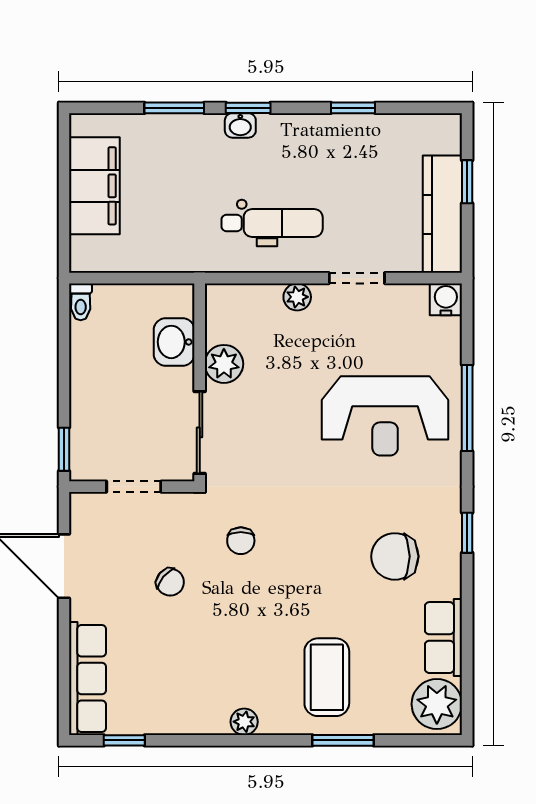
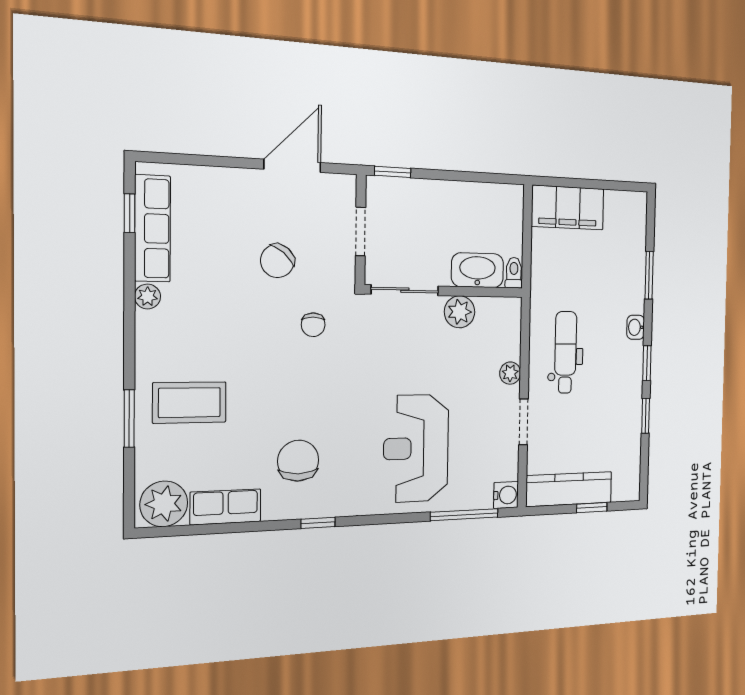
window: (248, 108) -> (647, 363), moved
filing cabinet: (94, 186) -> (568, 208), moved
dental chair: (272, 223) -> (566, 352), turned 180
toilet: (81, 302) -> (514, 273), moved, turned 90
washbasin: (174, 342) -> (477, 270), width x1.38
window: (467, 408) -> (464, 515), moved
chair: (241, 541) -> (313, 325), turned -90
chair: (170, 582) -> (277, 261), width x1.37, depth x1.37
row of seats: (88, 679) -> (152, 228), moved, turned -90
plant: (244, 722) -> (148, 297), moved

